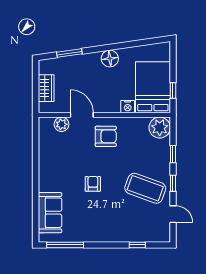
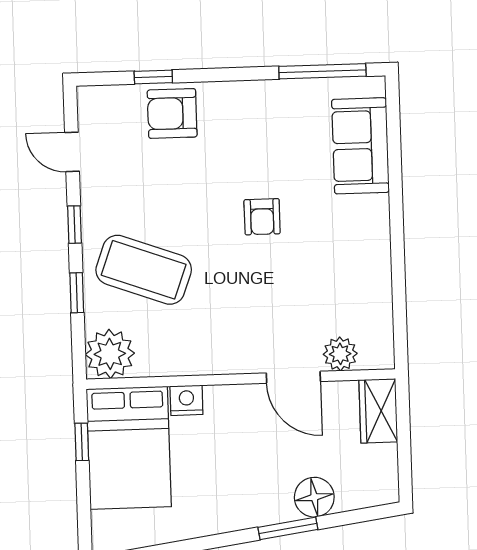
window: (69, 53) -> (288, 528), moved
floor lamp: (110, 59) -> (314, 497), moved
wardrobe: (46, 88) -> (378, 411), moved
armchair: (106, 136) -> (172, 113), moved
coffee table: (145, 188) -> (144, 270), moved

